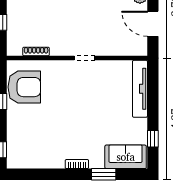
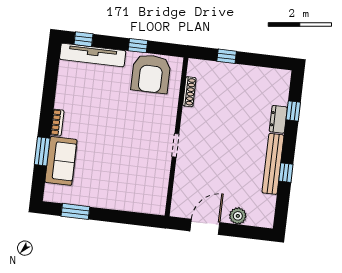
tv unit: (140, 89) -> (93, 55), moved, turned 180
window: (153, 139) -> (75, 211), width x1.50
sofa: (126, 157) -> (61, 161), moved

